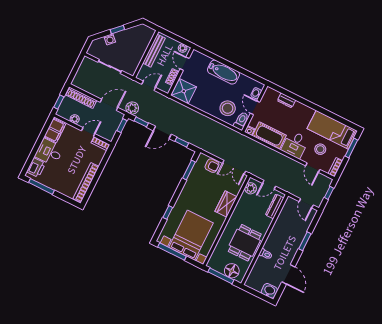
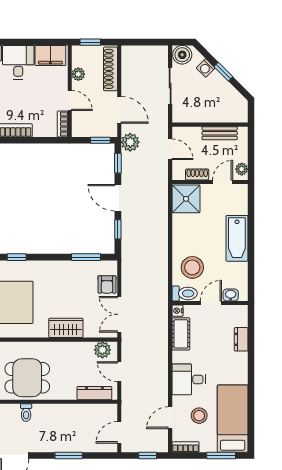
boiler: (95, 50) -> (182, 55), added
bench: (154, 51) -> (220, 133), width x0.73
cot: (269, 136) -> (181, 334), width x0.73, depth x0.75

